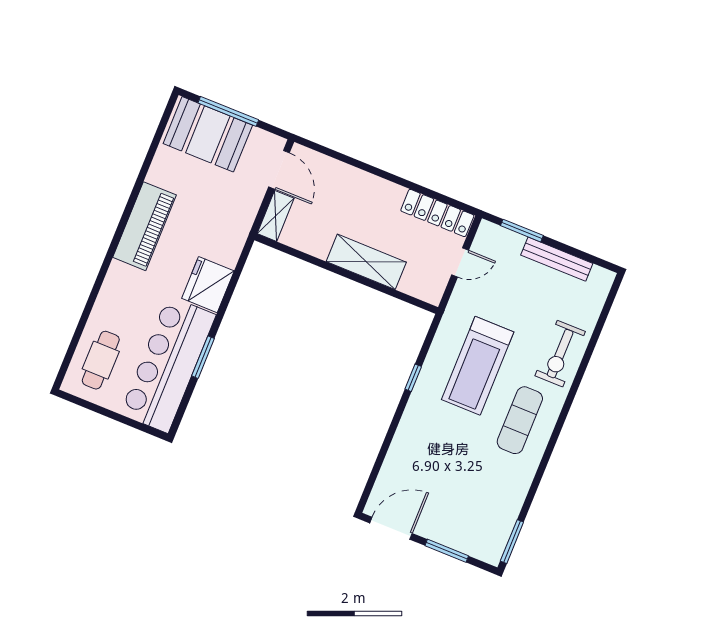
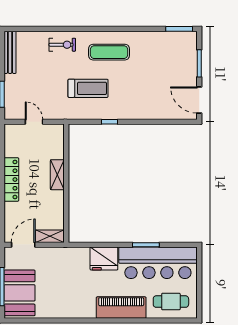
locker: (437, 213) -> (11, 179), moved
piano: (145, 226) -> (121, 308), moved
bench: (557, 259) -> (10, 52), moved
shelving: (366, 262) -> (57, 175), width x0.67, depth x0.75
exercise bike: (560, 354) -> (62, 45), width x0.73, depth x0.72
treadmill: (478, 366) -> (88, 88), width x0.73, depth x0.73

